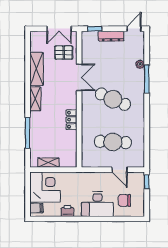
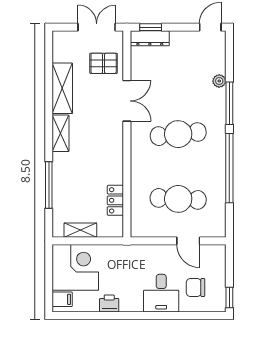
double door: (59, 29) -> (97, 27), swing flipped
dresser: (111, 36) -> (150, 38), moved
cafe table: (113, 99) -> (178, 134), turned -30
locker: (72, 120) -> (115, 200), moved
window: (147, 122) -> (229, 168), added
window: (147, 182) -> (229, 297), moved
desk: (97, 204) -> (161, 293), width x0.73

